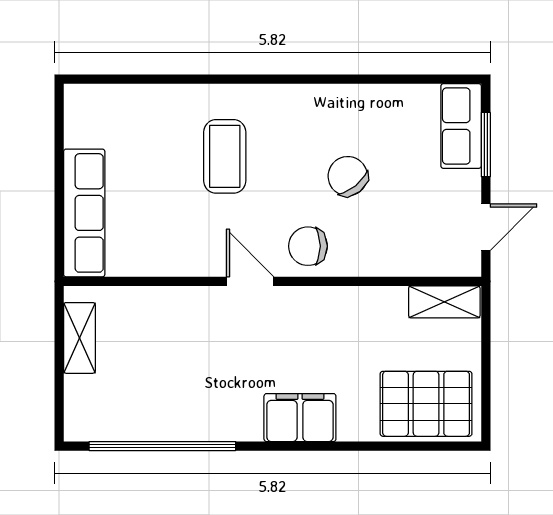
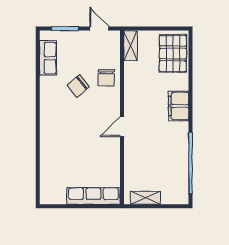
row of seats: (461, 126) -> (48, 58), moved, turned -90
coffee table: (225, 156) -> (70, 137), removed
chair: (308, 246) -> (106, 78), moved

